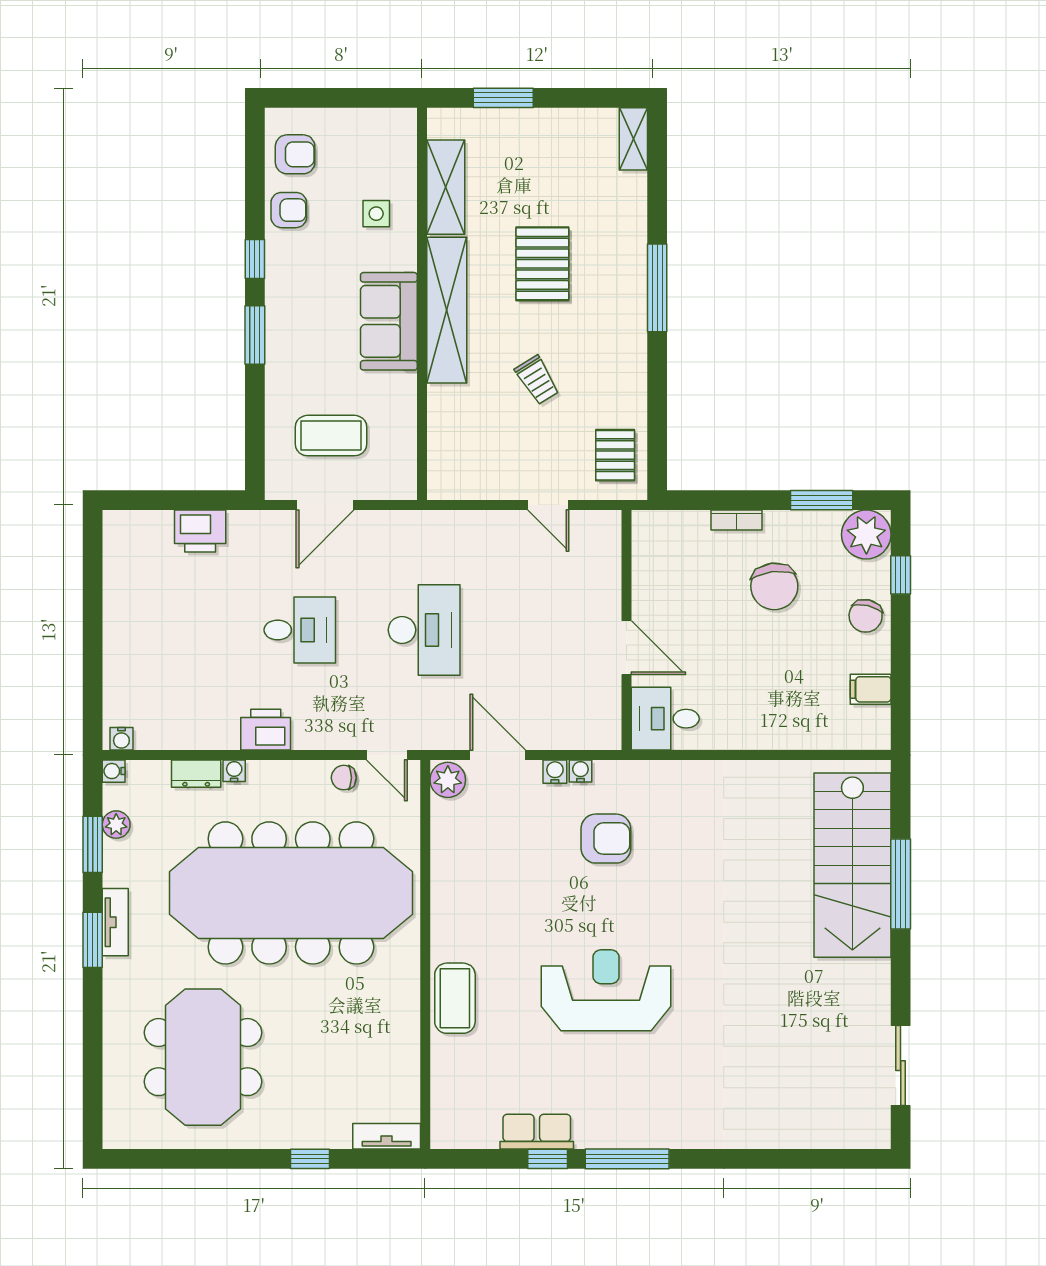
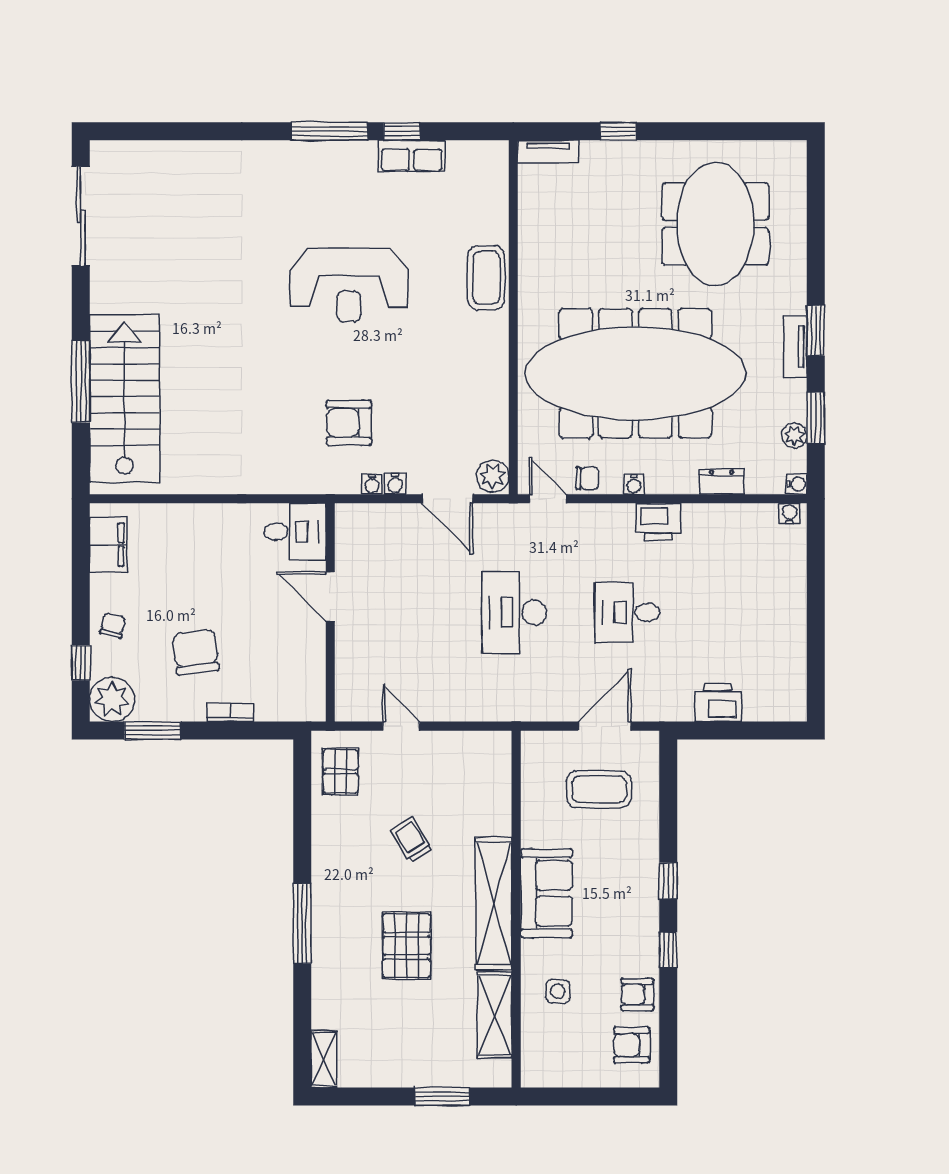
window: (255, 335) -> (668, 881), width x0.67
chair: (866, 616) -> (113, 625), width x0.73, depth x0.73
filing cabinet: (871, 689) -> (108, 545), width x2.00
water cooler: (234, 771) -> (634, 484), moved
sliding door: (901, 1066) -> (81, 216), width x1.37

